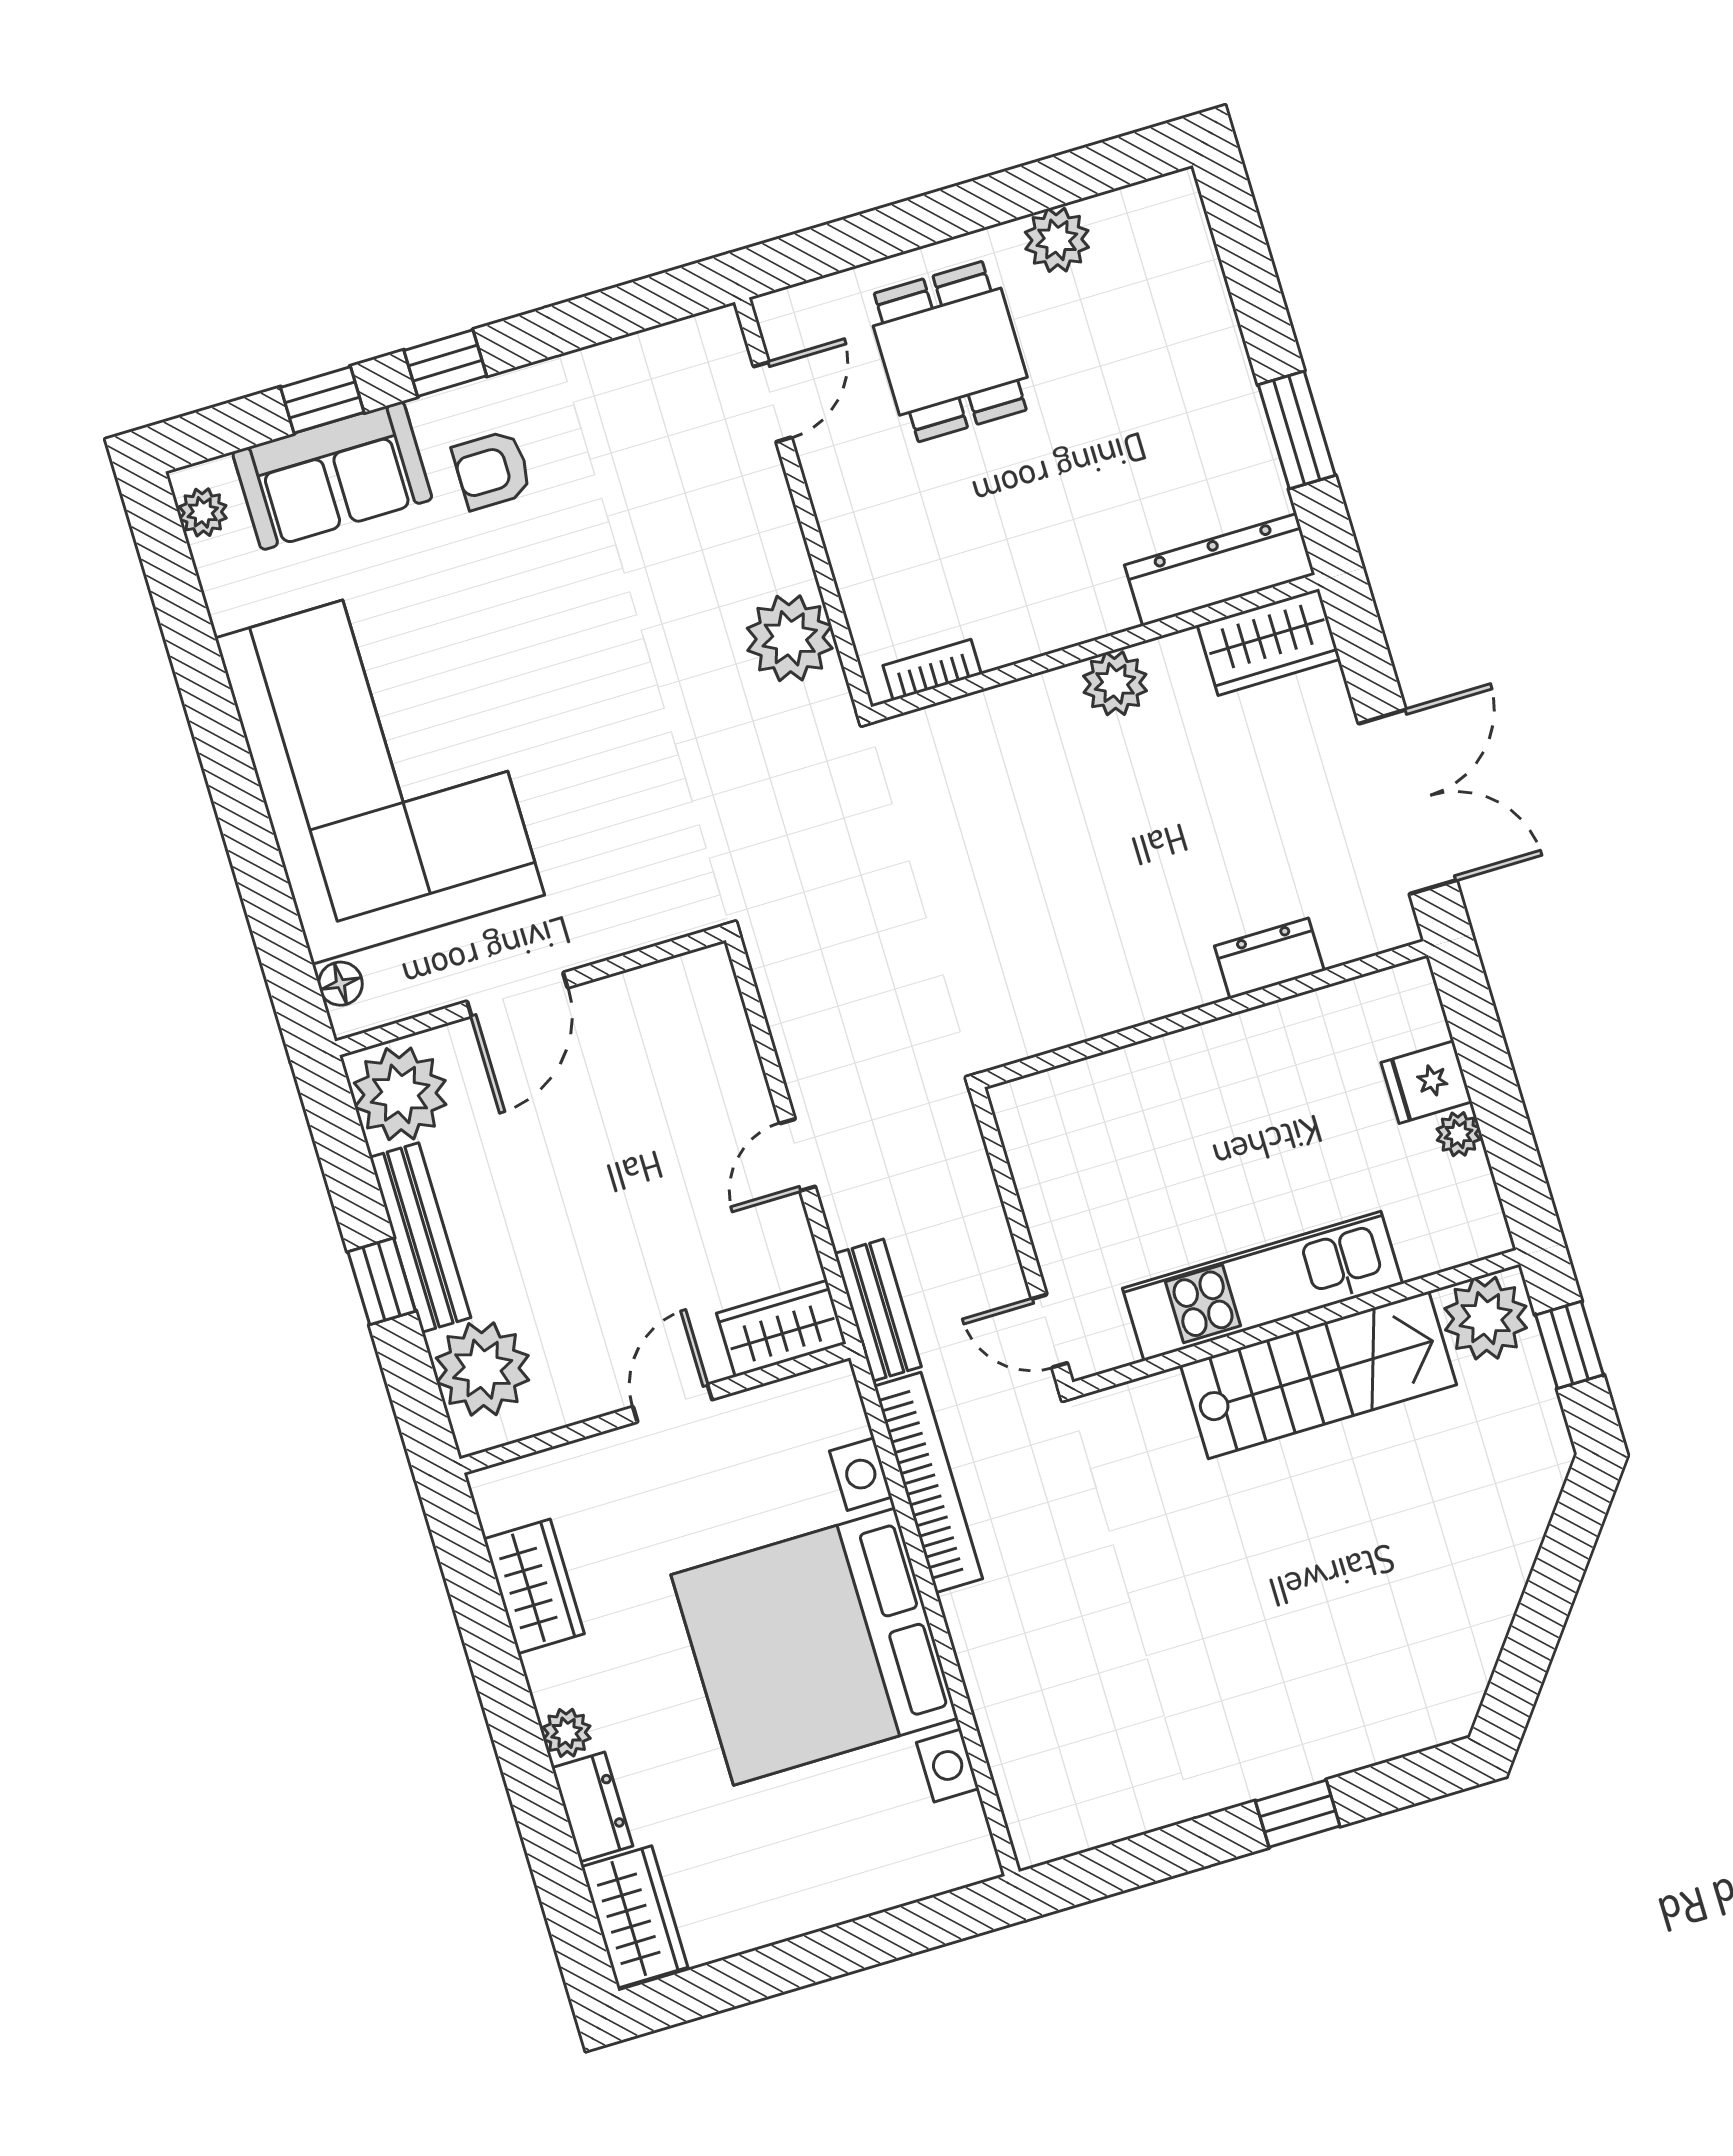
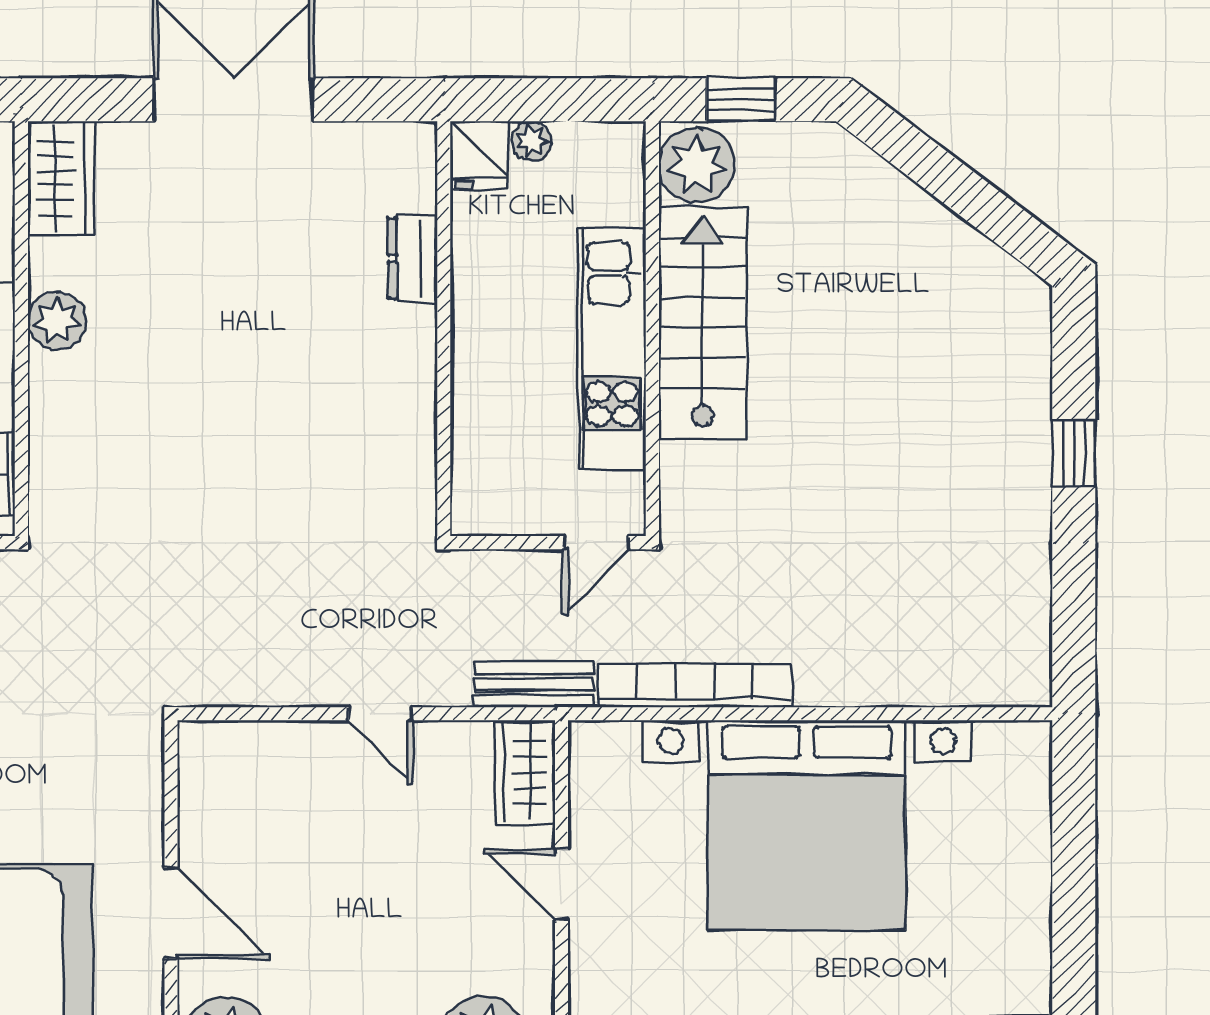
dresser: (1269, 958) -> (413, 259), moved
wall: (1204, 1014) -> (444, 329), moved

